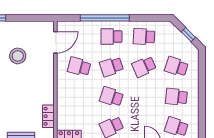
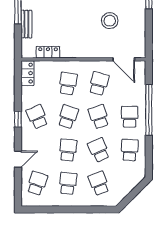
window: (188, 35) -> (132, 195), removed
school desk: (176, 67) -> (99, 183), turned -39
school desk: (79, 97) -> (68, 84), added
school desk: (144, 97) -> (68, 150), added

